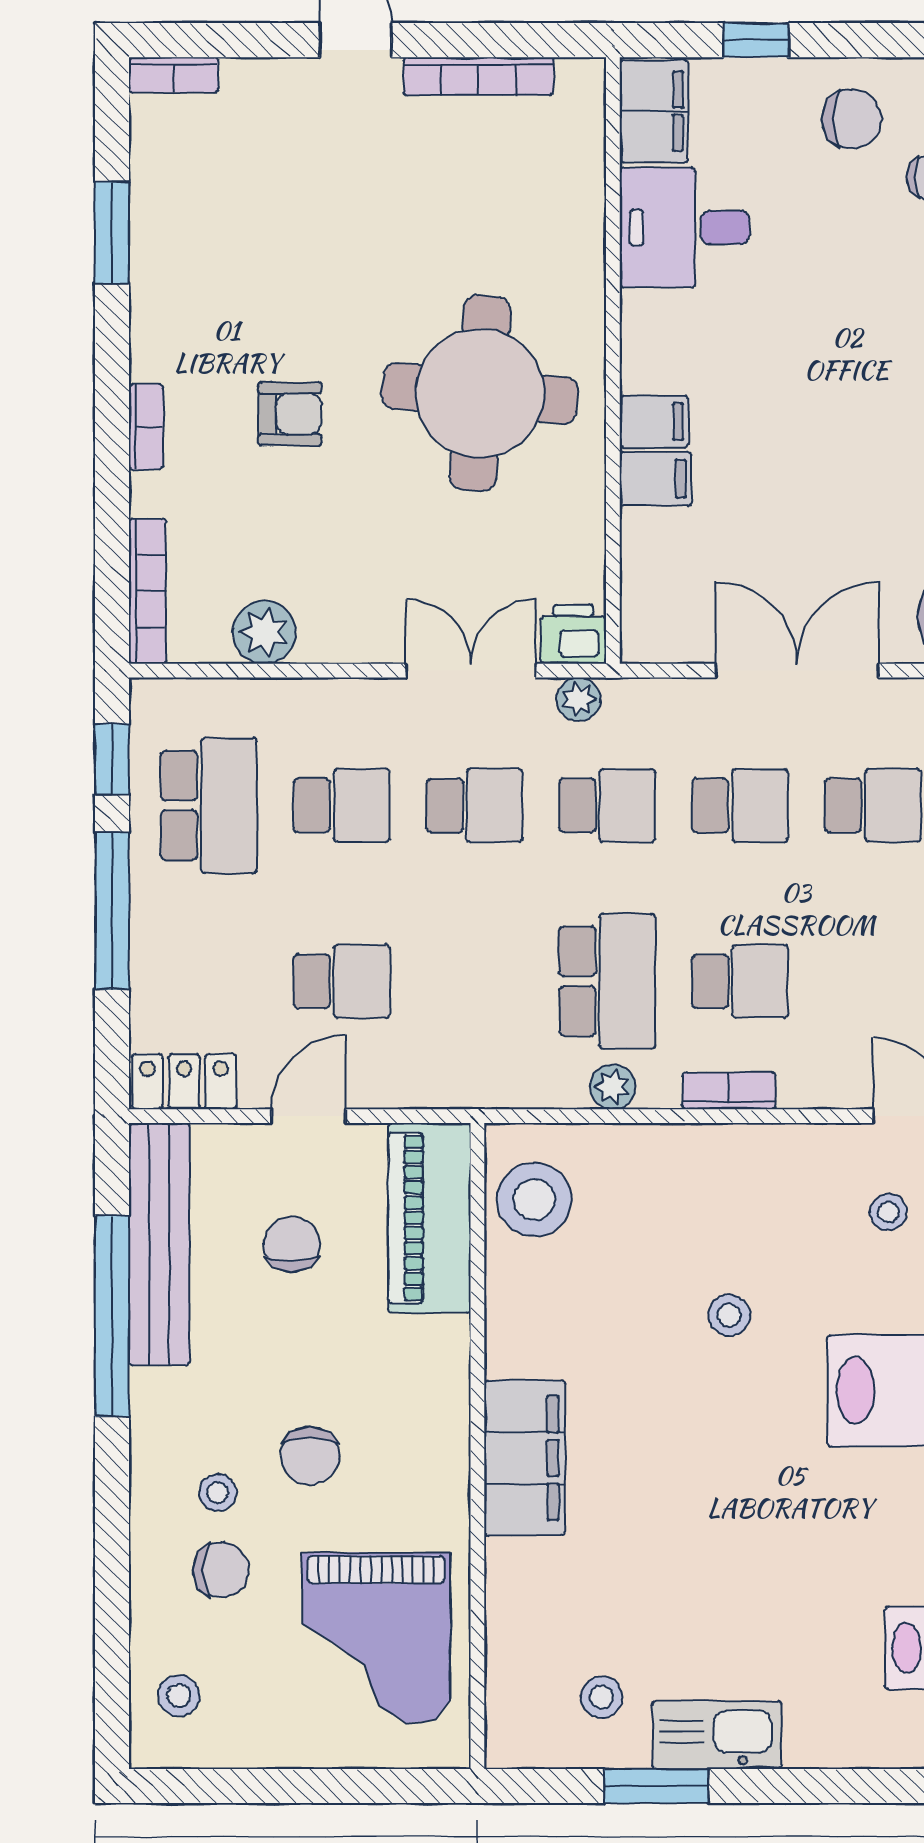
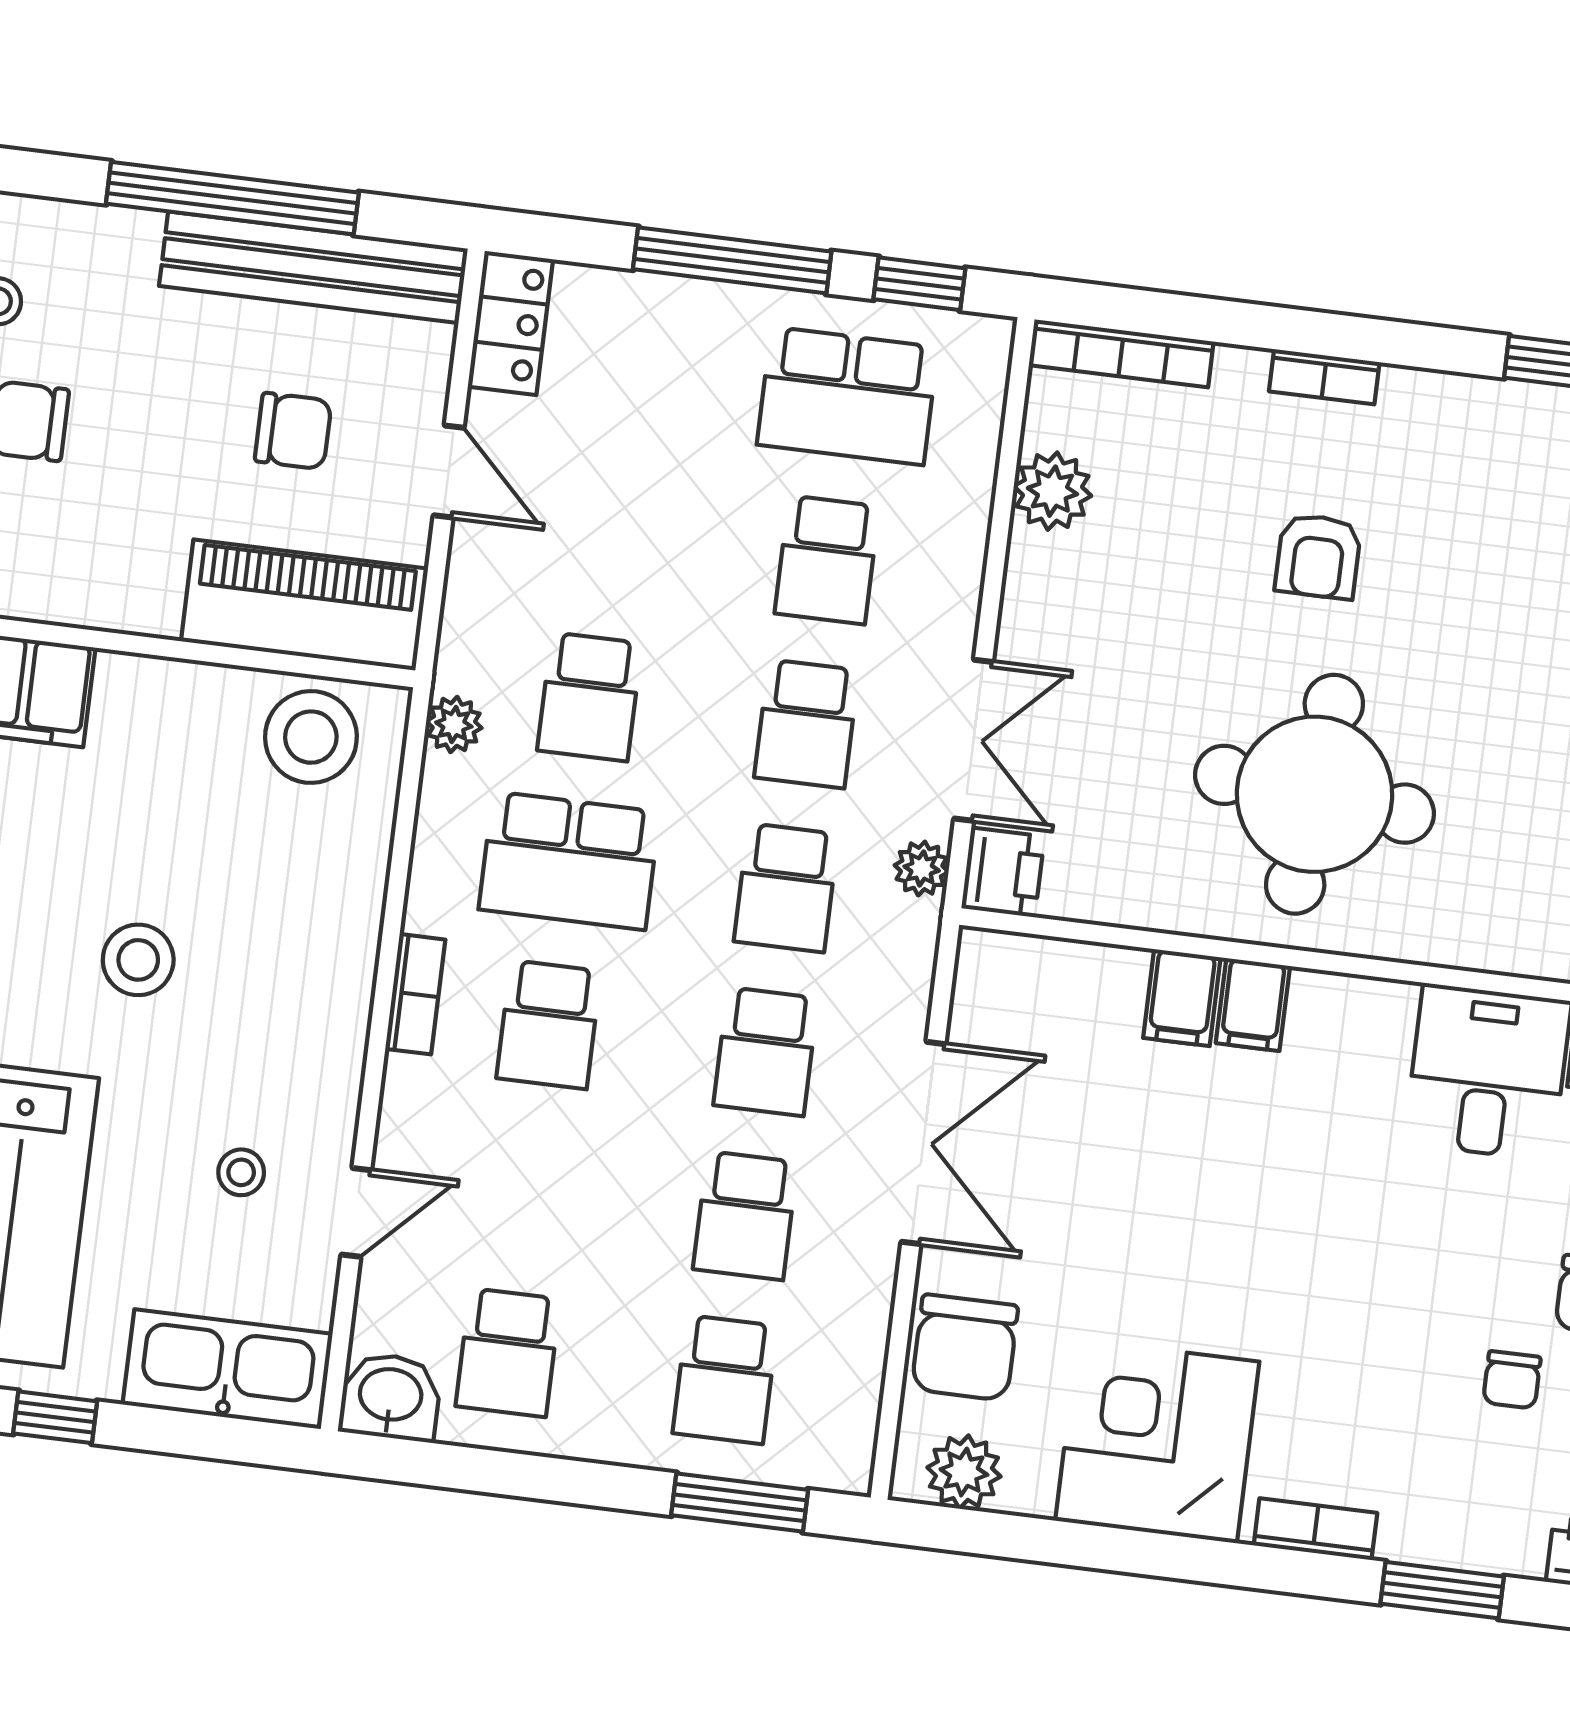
school desk: (342, 981) -> (590, 697), moved
plant: (613, 1087) -> (454, 725), moved
stool: (729, 1315) -> (138, 960), width x1.37, depth x1.37

